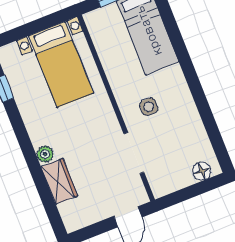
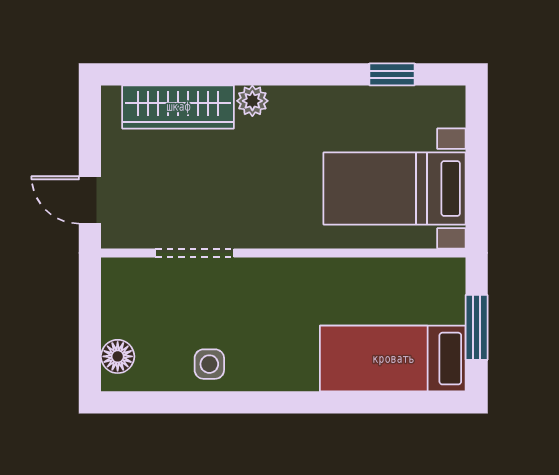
side table: (149, 107) -> (209, 364), moved
wardrobe: (59, 181) -> (178, 107), width x1.50

